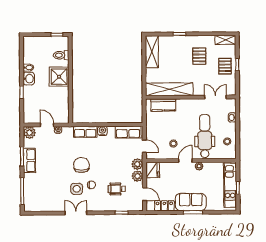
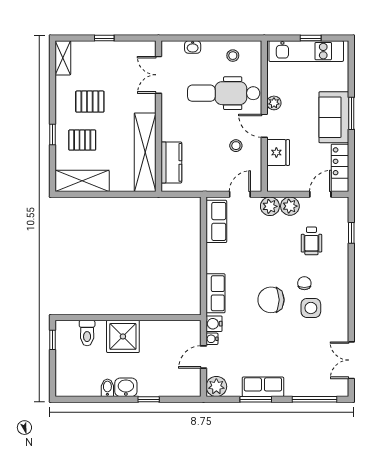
pallet: (225, 66) -> (82, 140), moved
water cooler: (102, 131) -> (214, 324), moved
fridge: (153, 170) -> (278, 153), moved, turned 90
double door: (76, 213) -> (351, 360), moved

